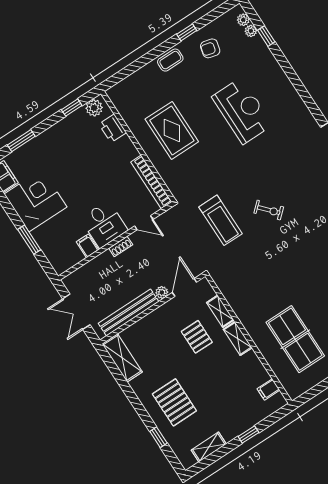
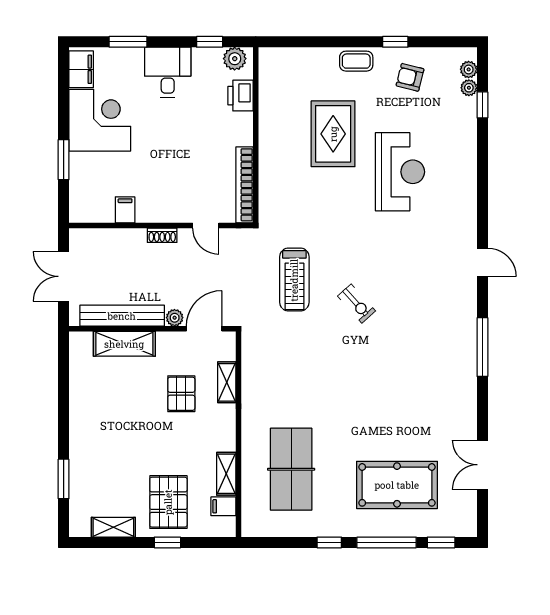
rug: (172, 130) -> (333, 134), moved
desk: (104, 224) -> (168, 72), moved, turned 180
shelving: (238, 338) -> (226, 474), moved
shelving: (122, 358) -> (124, 344), moved, turned 90
pallet: (174, 402) -> (168, 502), moved
window: (158, 437) -> (64, 479), width x1.50

